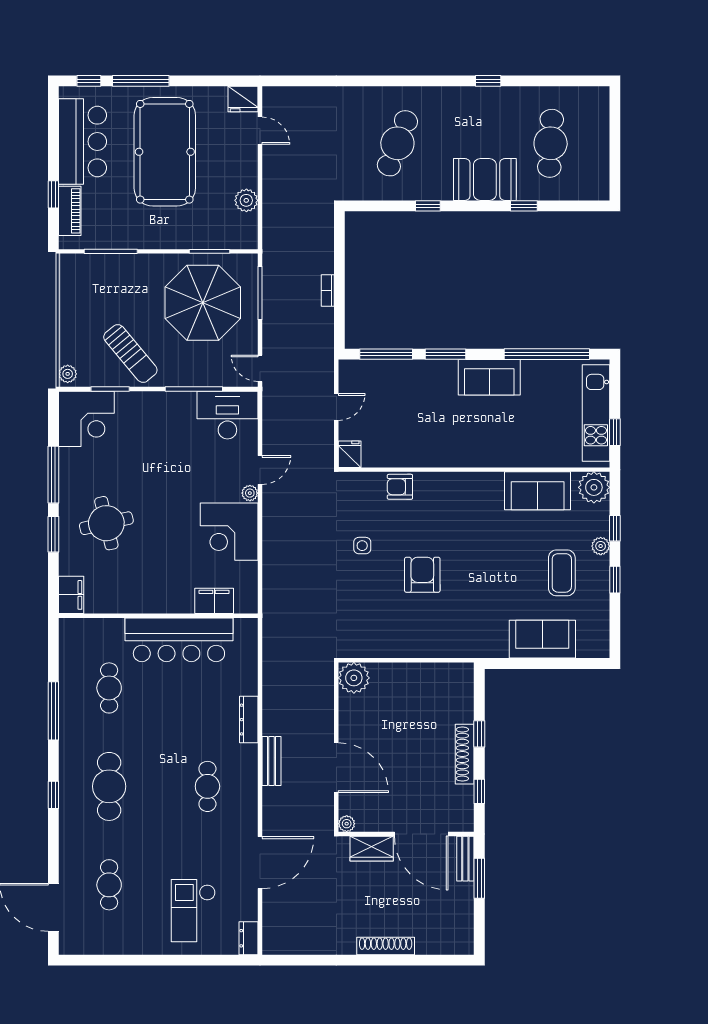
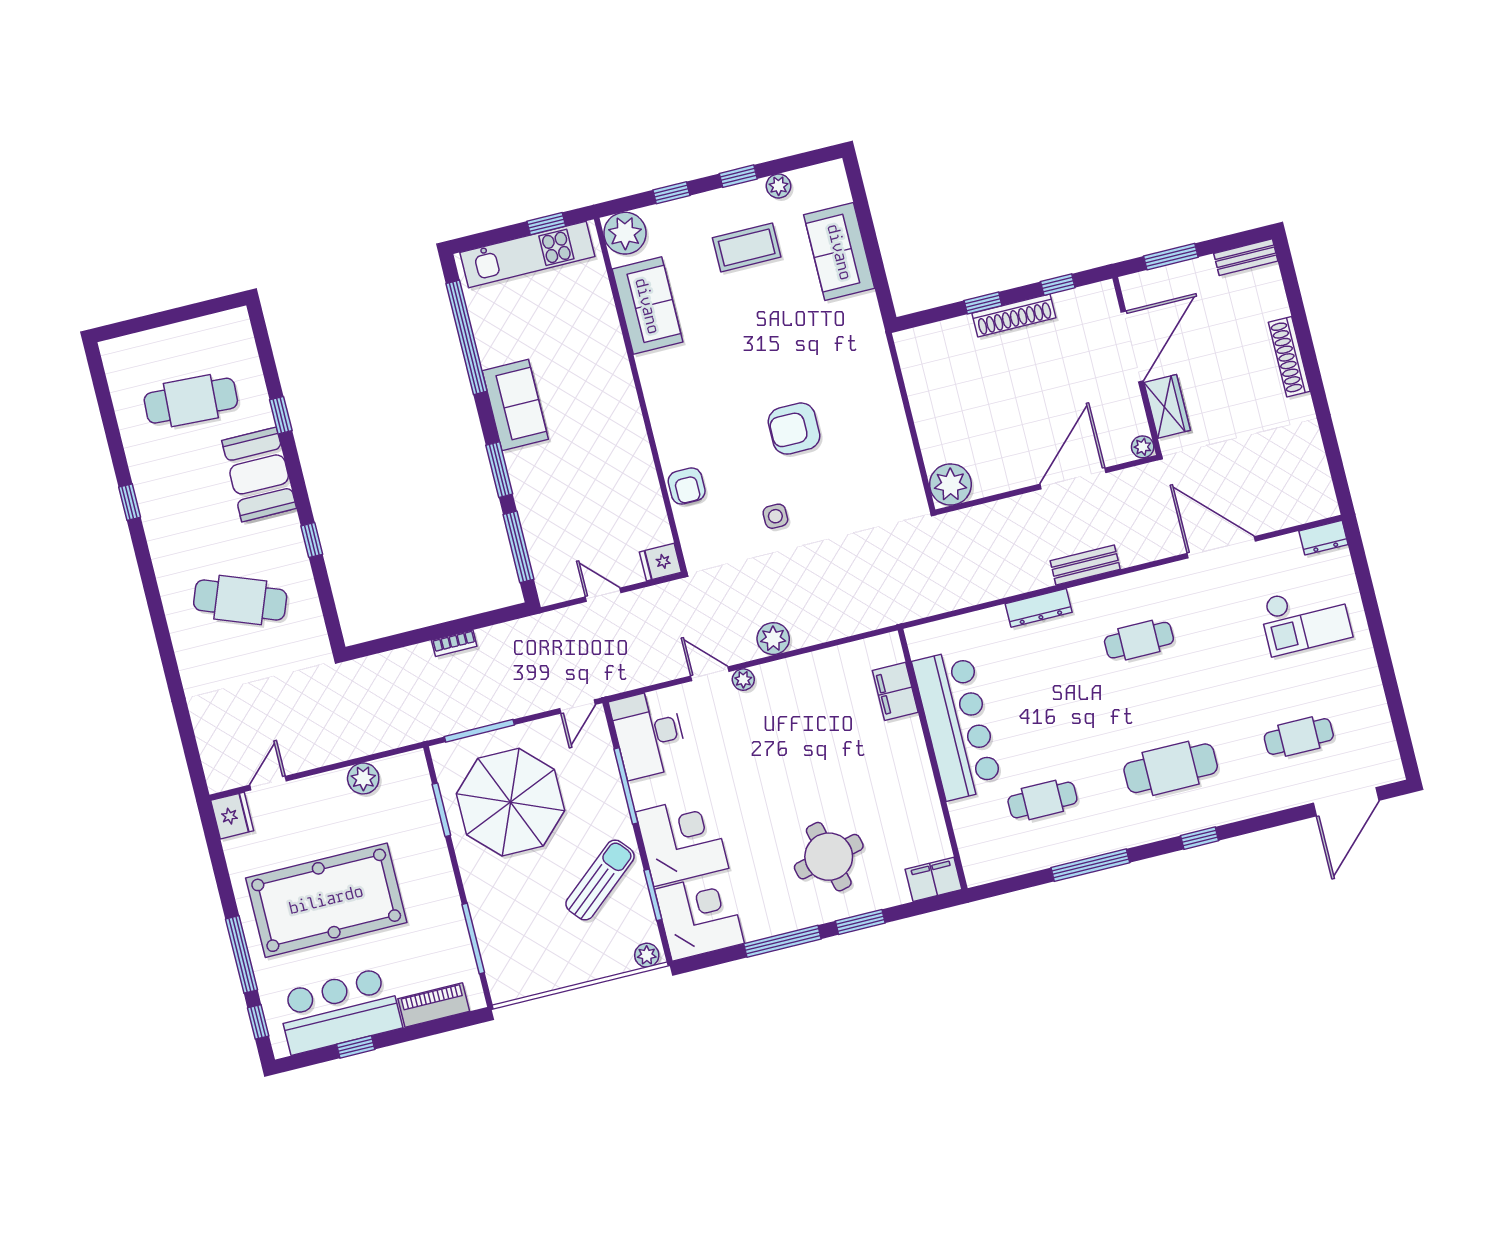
window: (53, 194) -> (356, 1047), moved
plant: (274, 522) -> (773, 639), added
corner desk: (229, 532) -> (682, 840), moved, turned -90
plant: (601, 546) -> (778, 186), moved
bench: (465, 859) -> (1246, 257), moved

